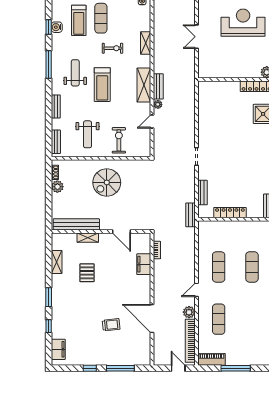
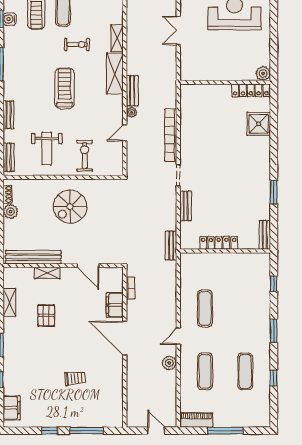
weight bench: (75, 73) -> (32, 74), removed
treadmill: (102, 85) -> (65, 88), turned 180
shelving: (144, 85) -> (115, 74), moved
bench: (202, 193) -> (186, 206), moved
exercise mat: (252, 267) -> (245, 371), moved
door: (152, 318) -> (125, 338), moved
bookcase: (190, 341) -> (171, 135), moved

